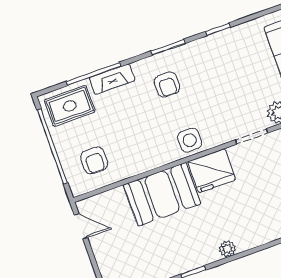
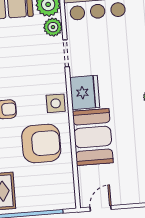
armchair: (94, 160) -> (41, 143), moved, width x1.88, depth x1.88

